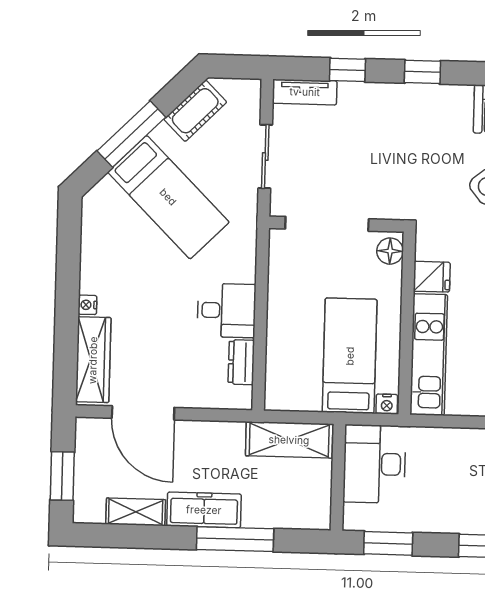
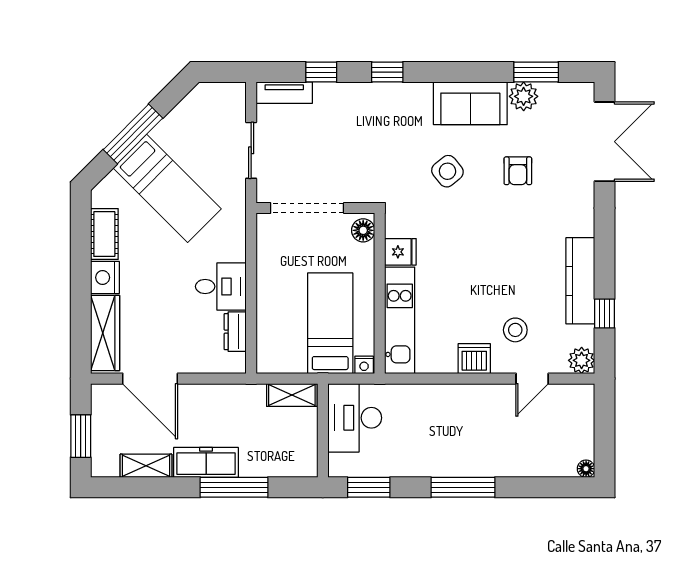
cot: (195, 111) -> (104, 234), moved, turned -45
nightstand: (87, 305) -> (105, 277), width x1.89, depth x1.79
shelving: (289, 440) -> (292, 395), width x0.67, depth x0.75

